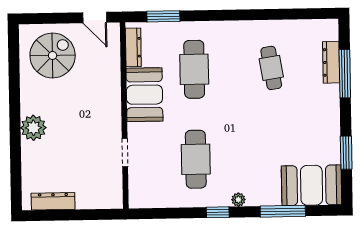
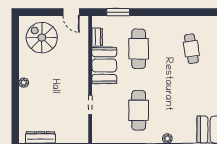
dresser: (133, 47) -> (97, 37), width x0.70
spiral stairs: (53, 55) -> (42, 38), turned -90
plant: (33, 128) -> (24, 83), width x0.53, depth x0.53

